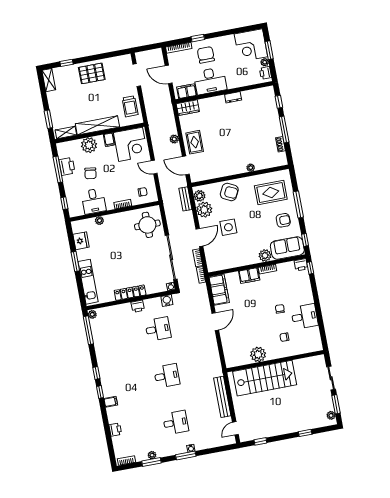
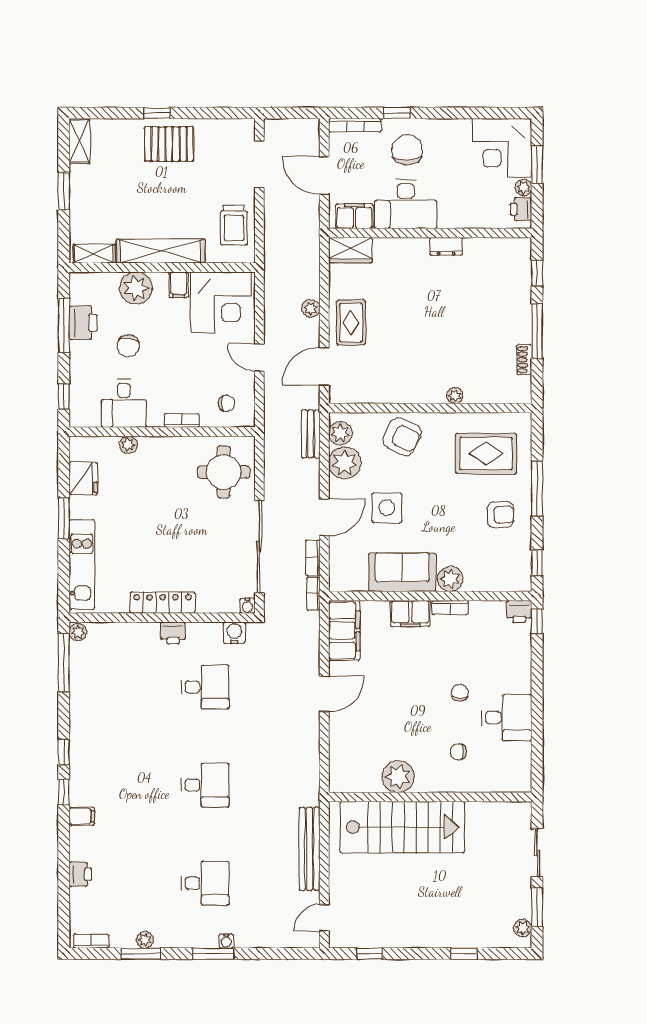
window: (67, 63) -> (157, 113), moved
window: (48, 119) -> (64, 191), moved
door: (186, 165) -> (324, 366), hinge flipped
sofa: (287, 248) -> (402, 572), moved

